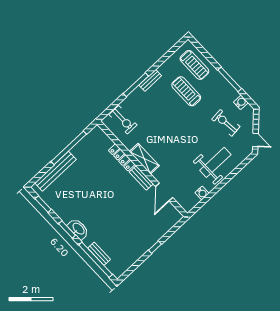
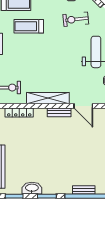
locker: (122, 157) -> (19, 113), moved
shelving: (144, 159) -> (48, 98), width x1.47
washbasin: (78, 229) -> (32, 188), moved

